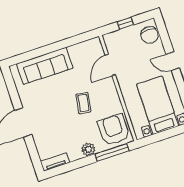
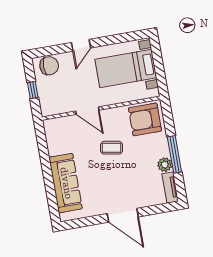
door: (110, 65) -> (87, 111), moved
plant: (88, 149) -> (165, 165), moved
window: (112, 152) -> (174, 154), moved

